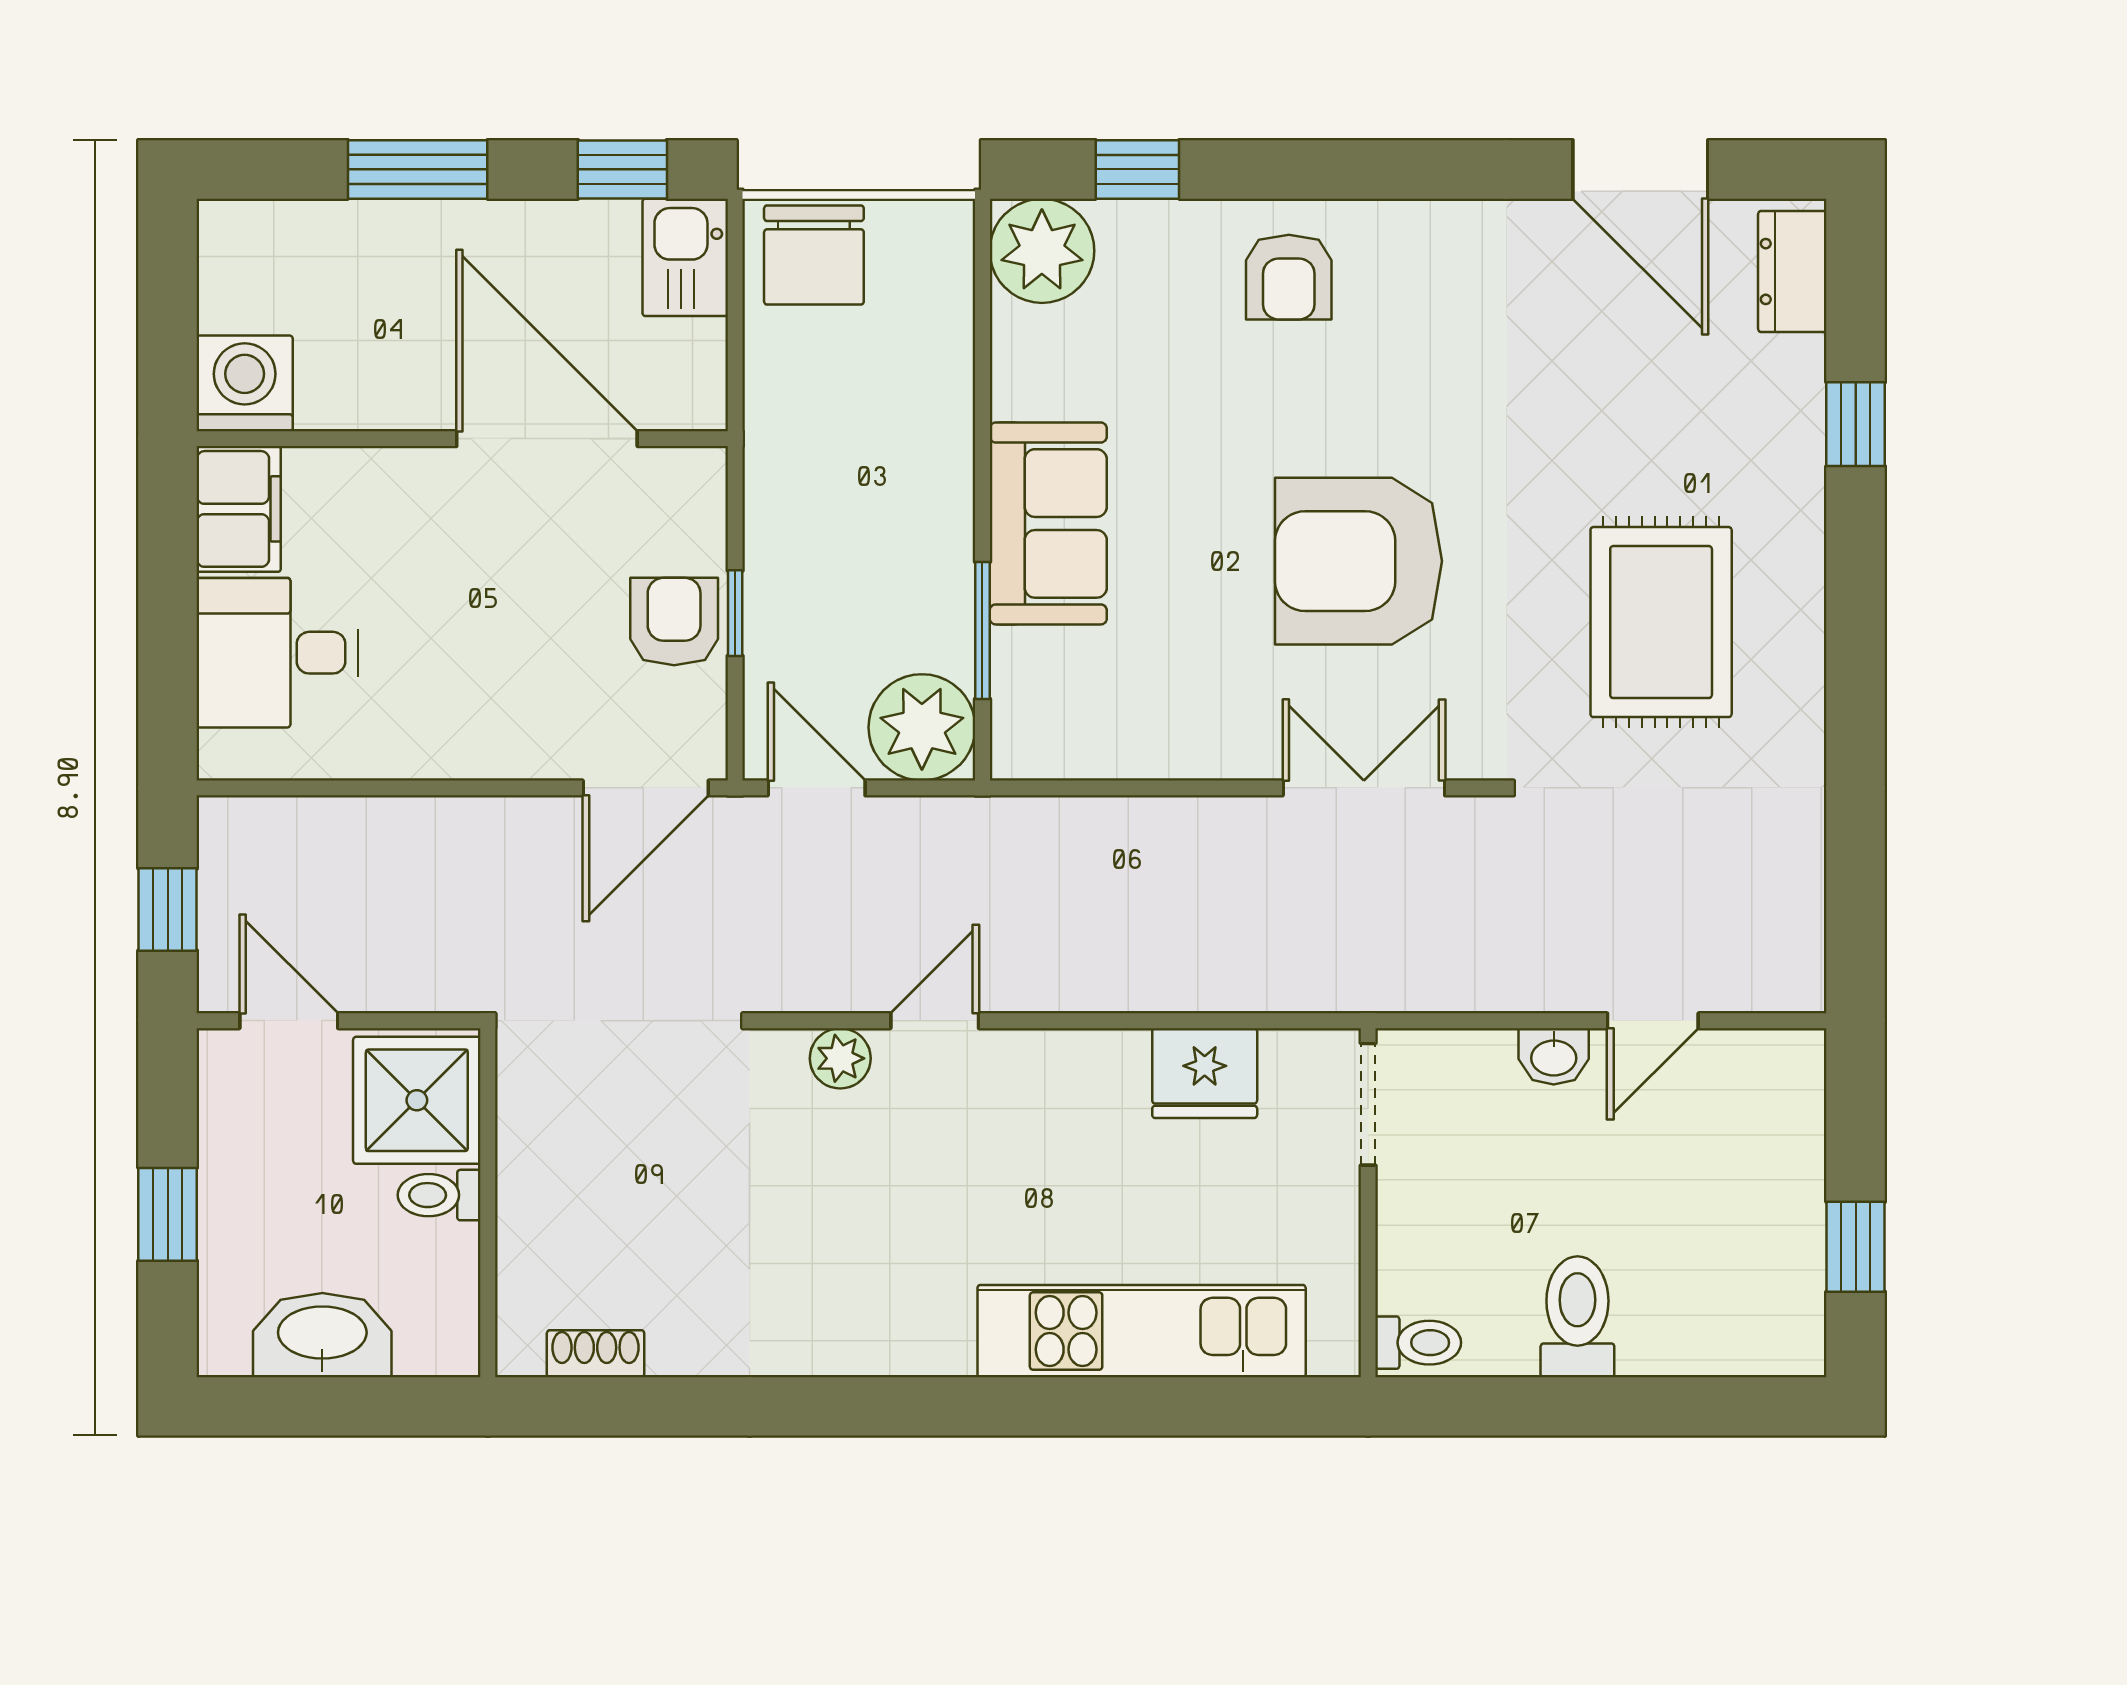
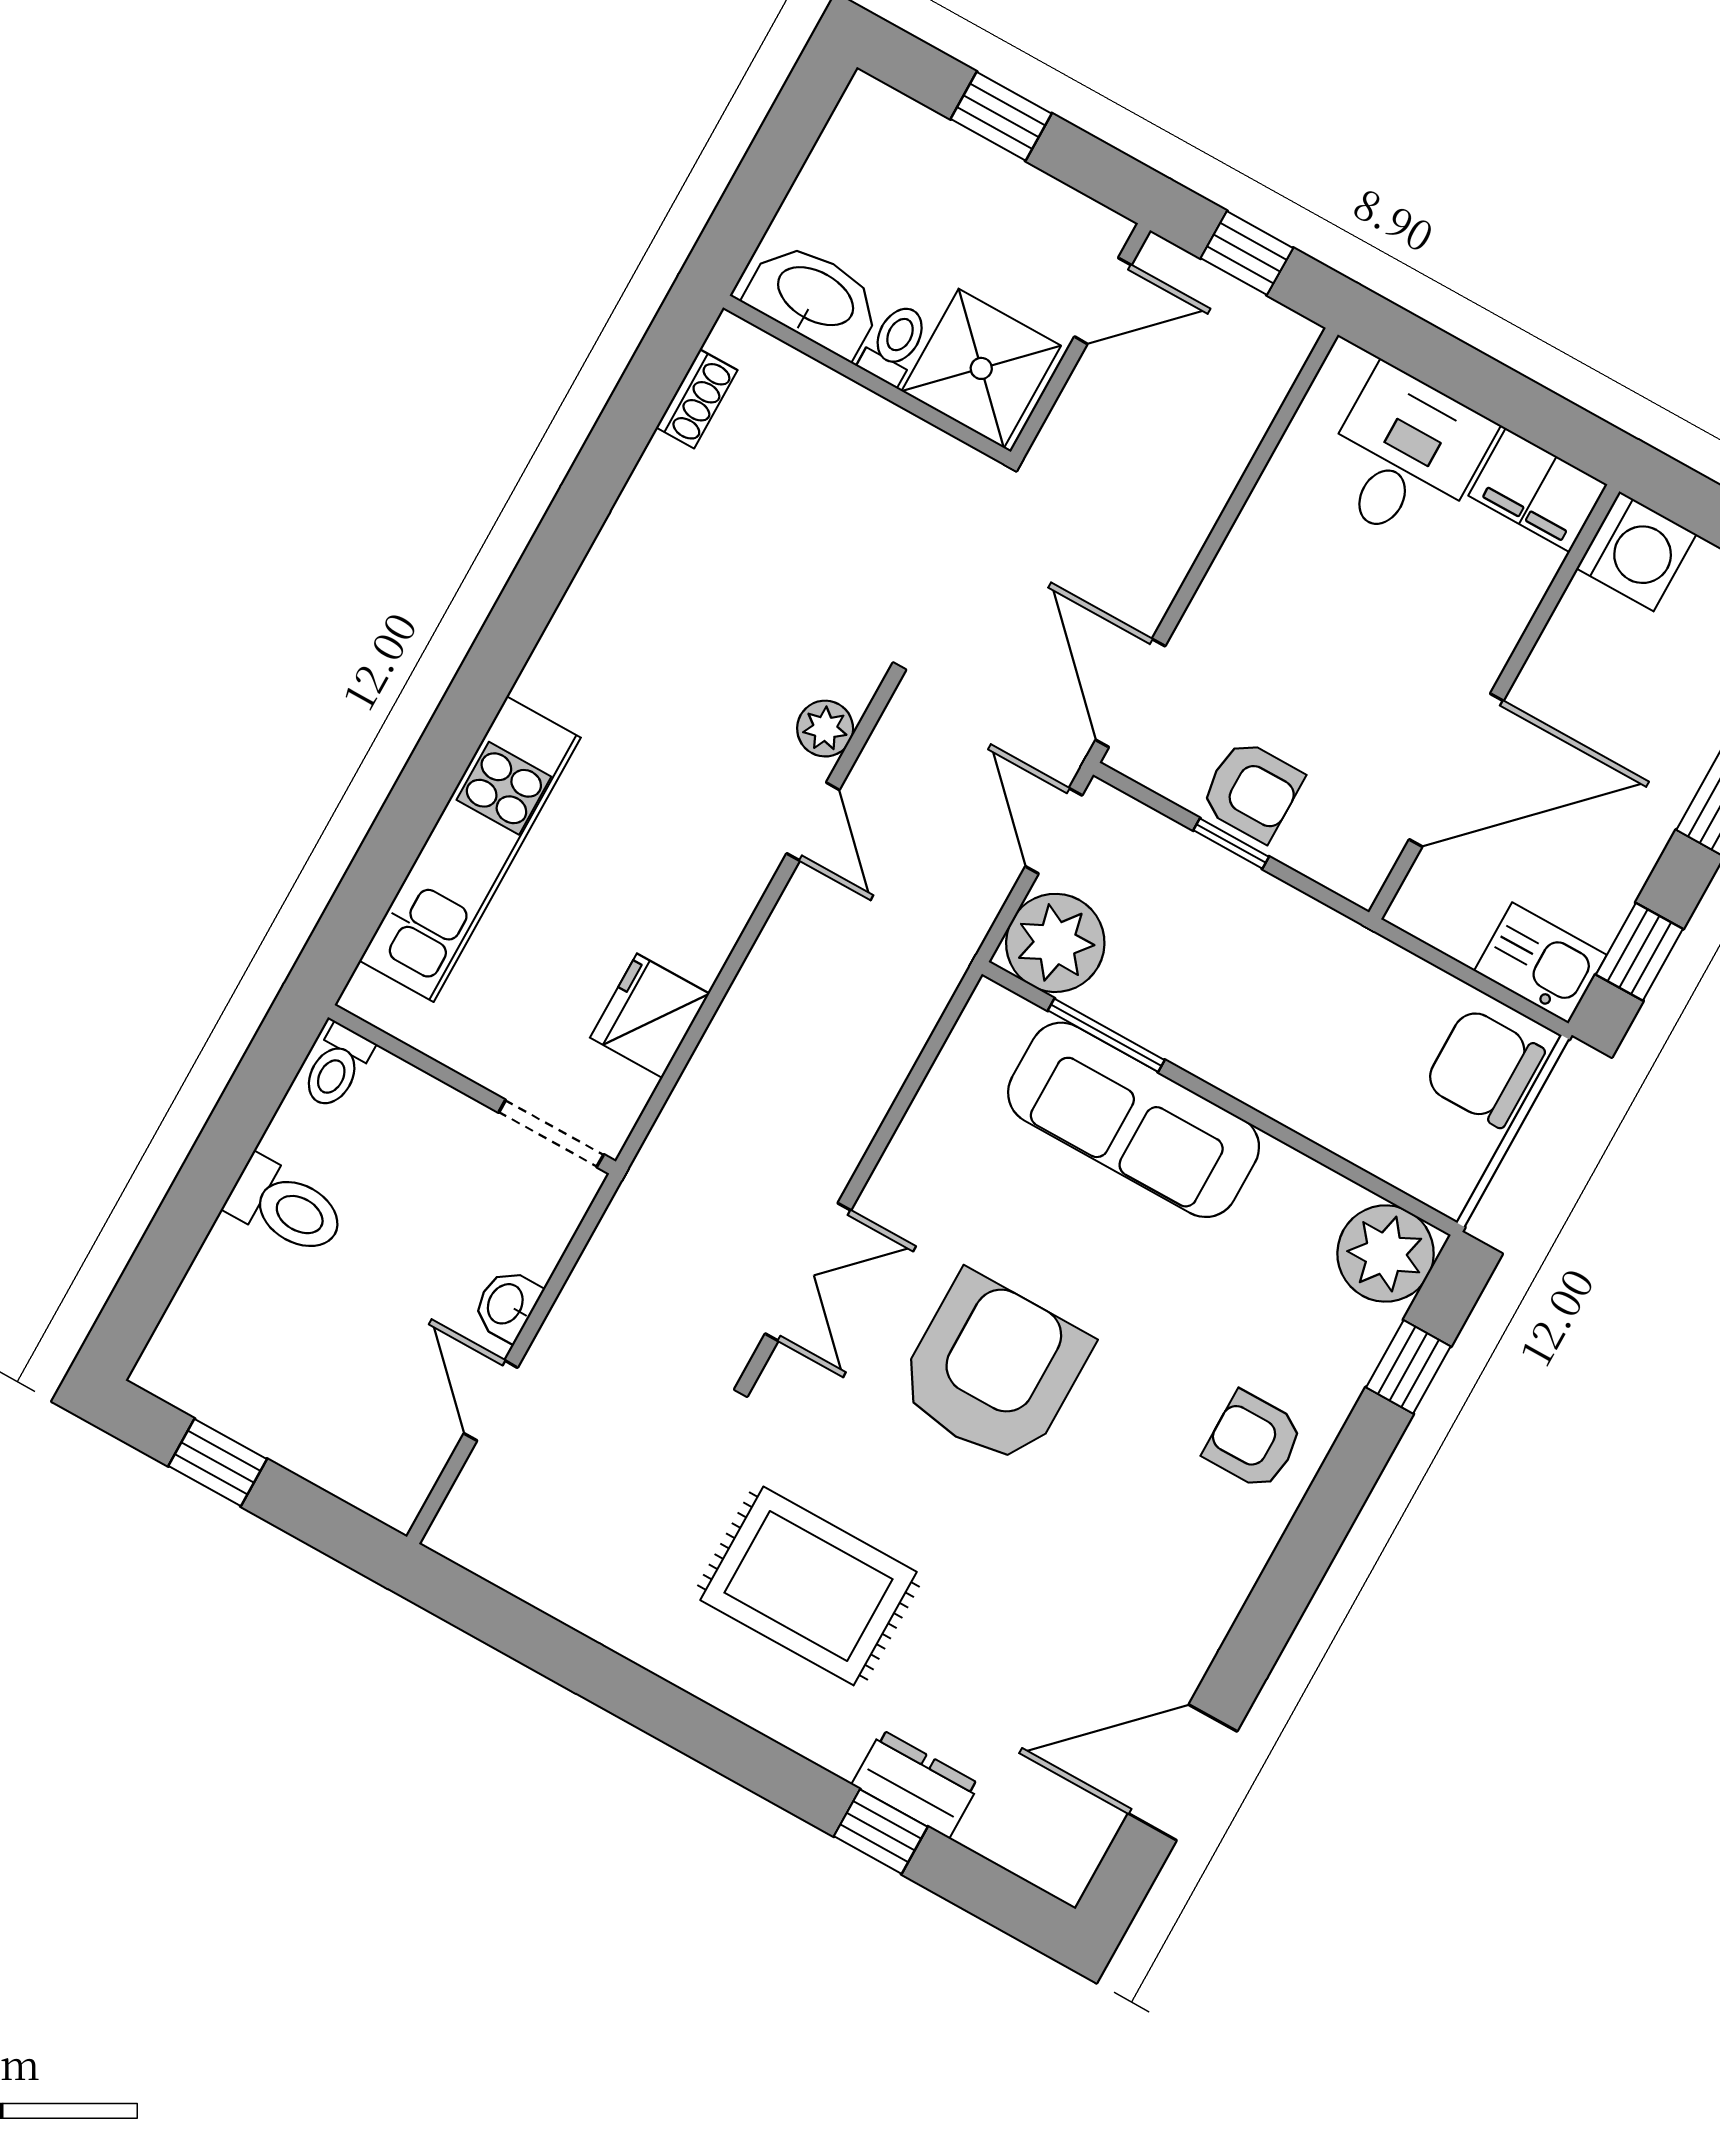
dresser: (1792, 271) -> (915, 1784), moved
sofa: (1048, 523) -> (1134, 1120), width x1.36
door: (817, 788) -> (1054, 831), swing flipped
washbasin: (322, 1335) -> (814, 298), moved, turned -90

